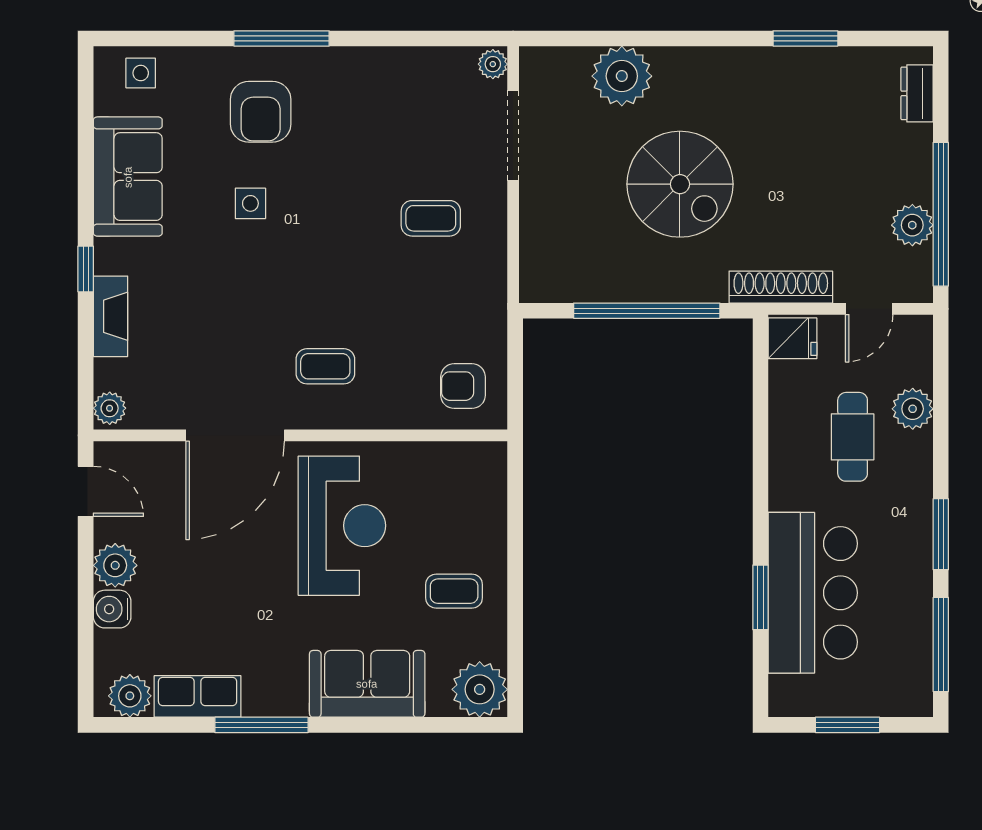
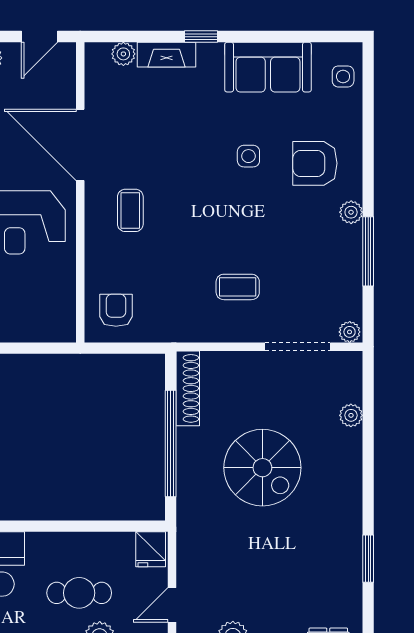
window: (282, 38) -> (368, 251), moved
plant: (328, 62) -> (351, 212), added
plant: (622, 76) -> (351, 415), width x0.53, depth x0.53
spiral stairs: (680, 184) -> (262, 468), turned -90
coffee table: (431, 218) -> (238, 287), turned 90
shoe rack: (781, 287) -> (188, 388), moved
door: (869, 309) -> (172, 605), hinge flipped
plant: (110, 408) -> (123, 54), moved

